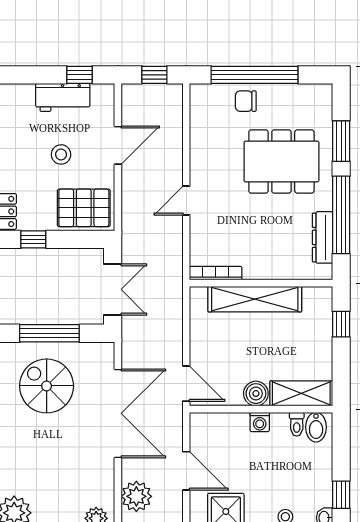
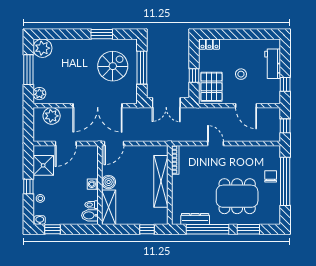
workbench: (63, 97) -> (273, 64), moved
dining table: (281, 162) -> (237, 196), turned 90
window: (33, 239) -> (194, 75), moved

